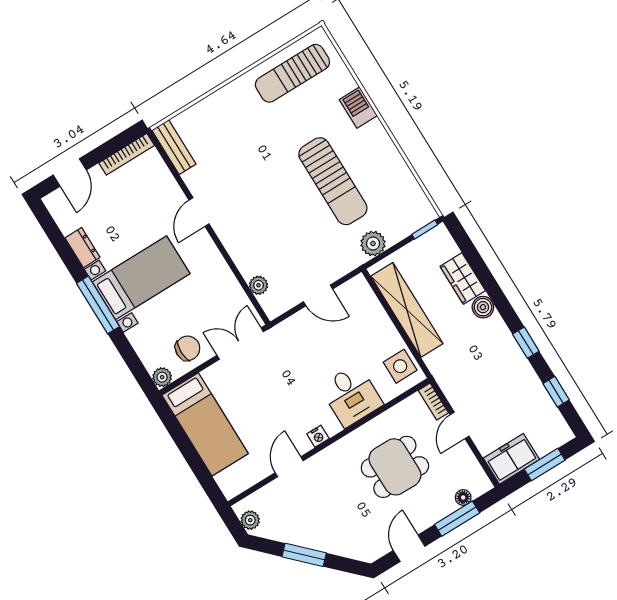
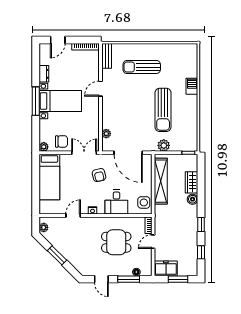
sun lounger: (292, 73) -> (142, 67), moved
door: (318, 295) -> (128, 153), width x1.88
armchair: (291, 367) -> (99, 175), added
door: (409, 548) -> (101, 279), swing flipped

